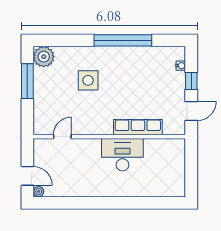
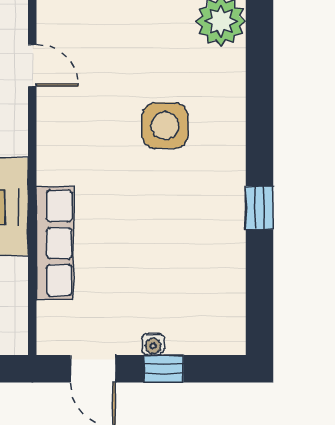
window: (123, 40) -> (259, 208), width x0.32
water cooler: (181, 66) -> (153, 344), moved

